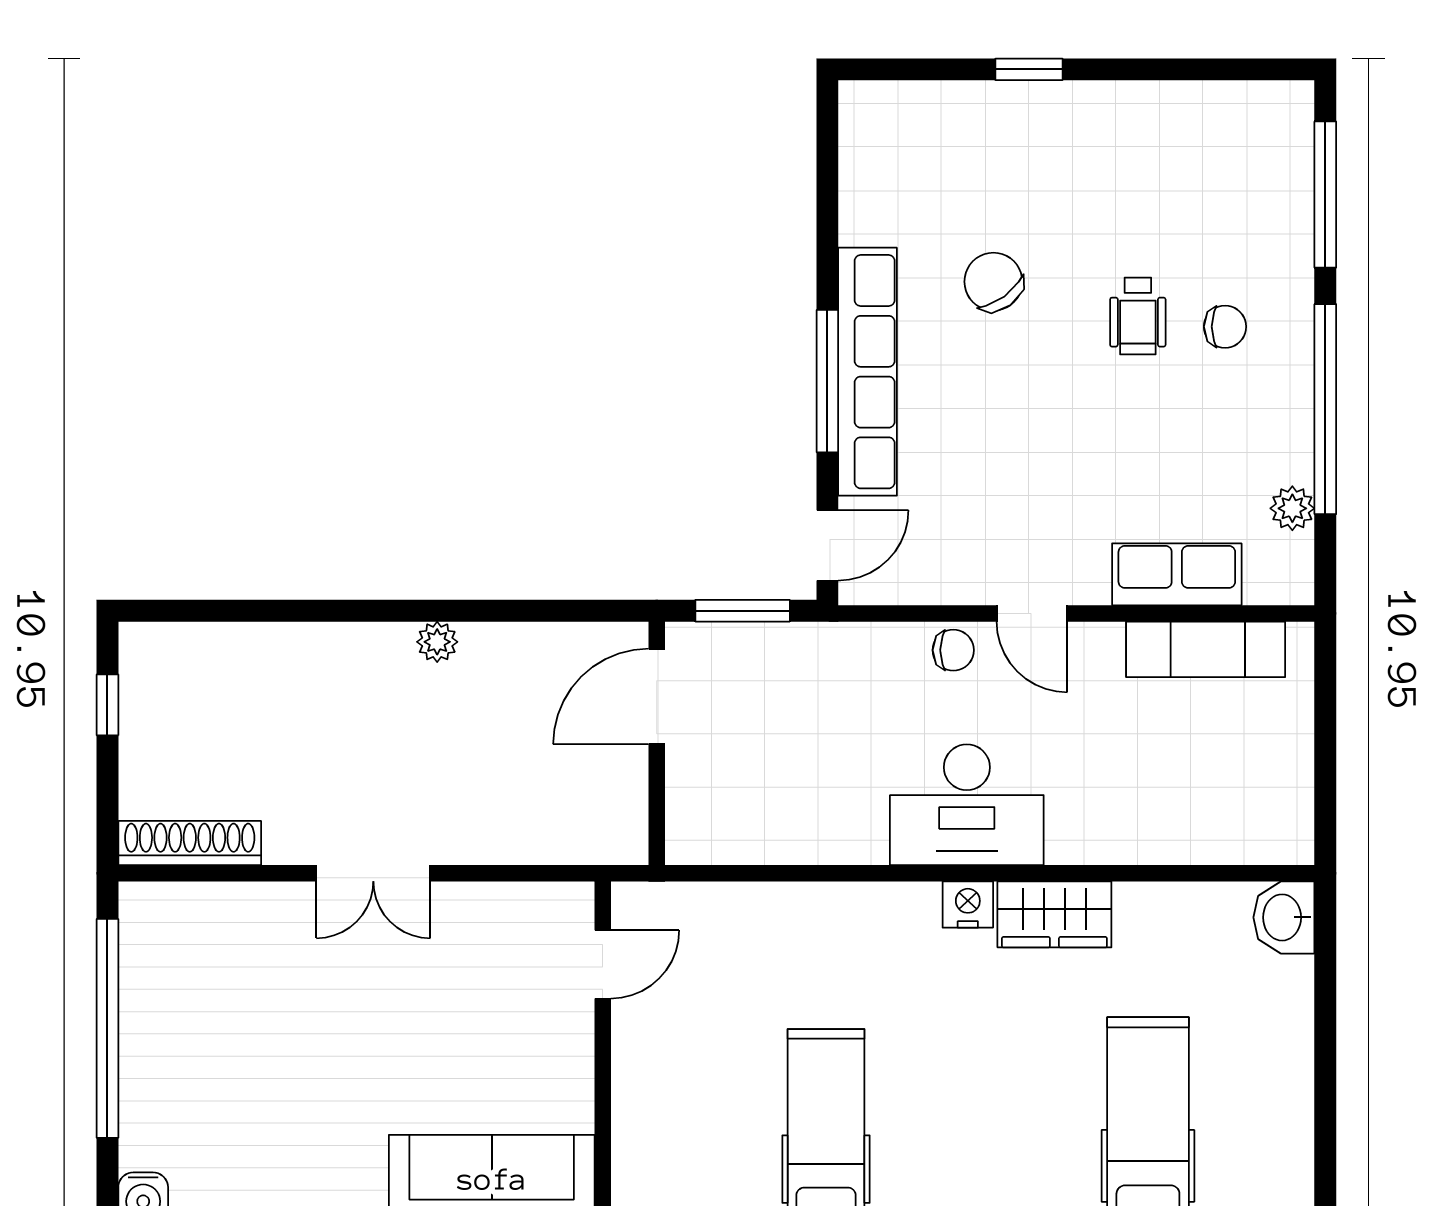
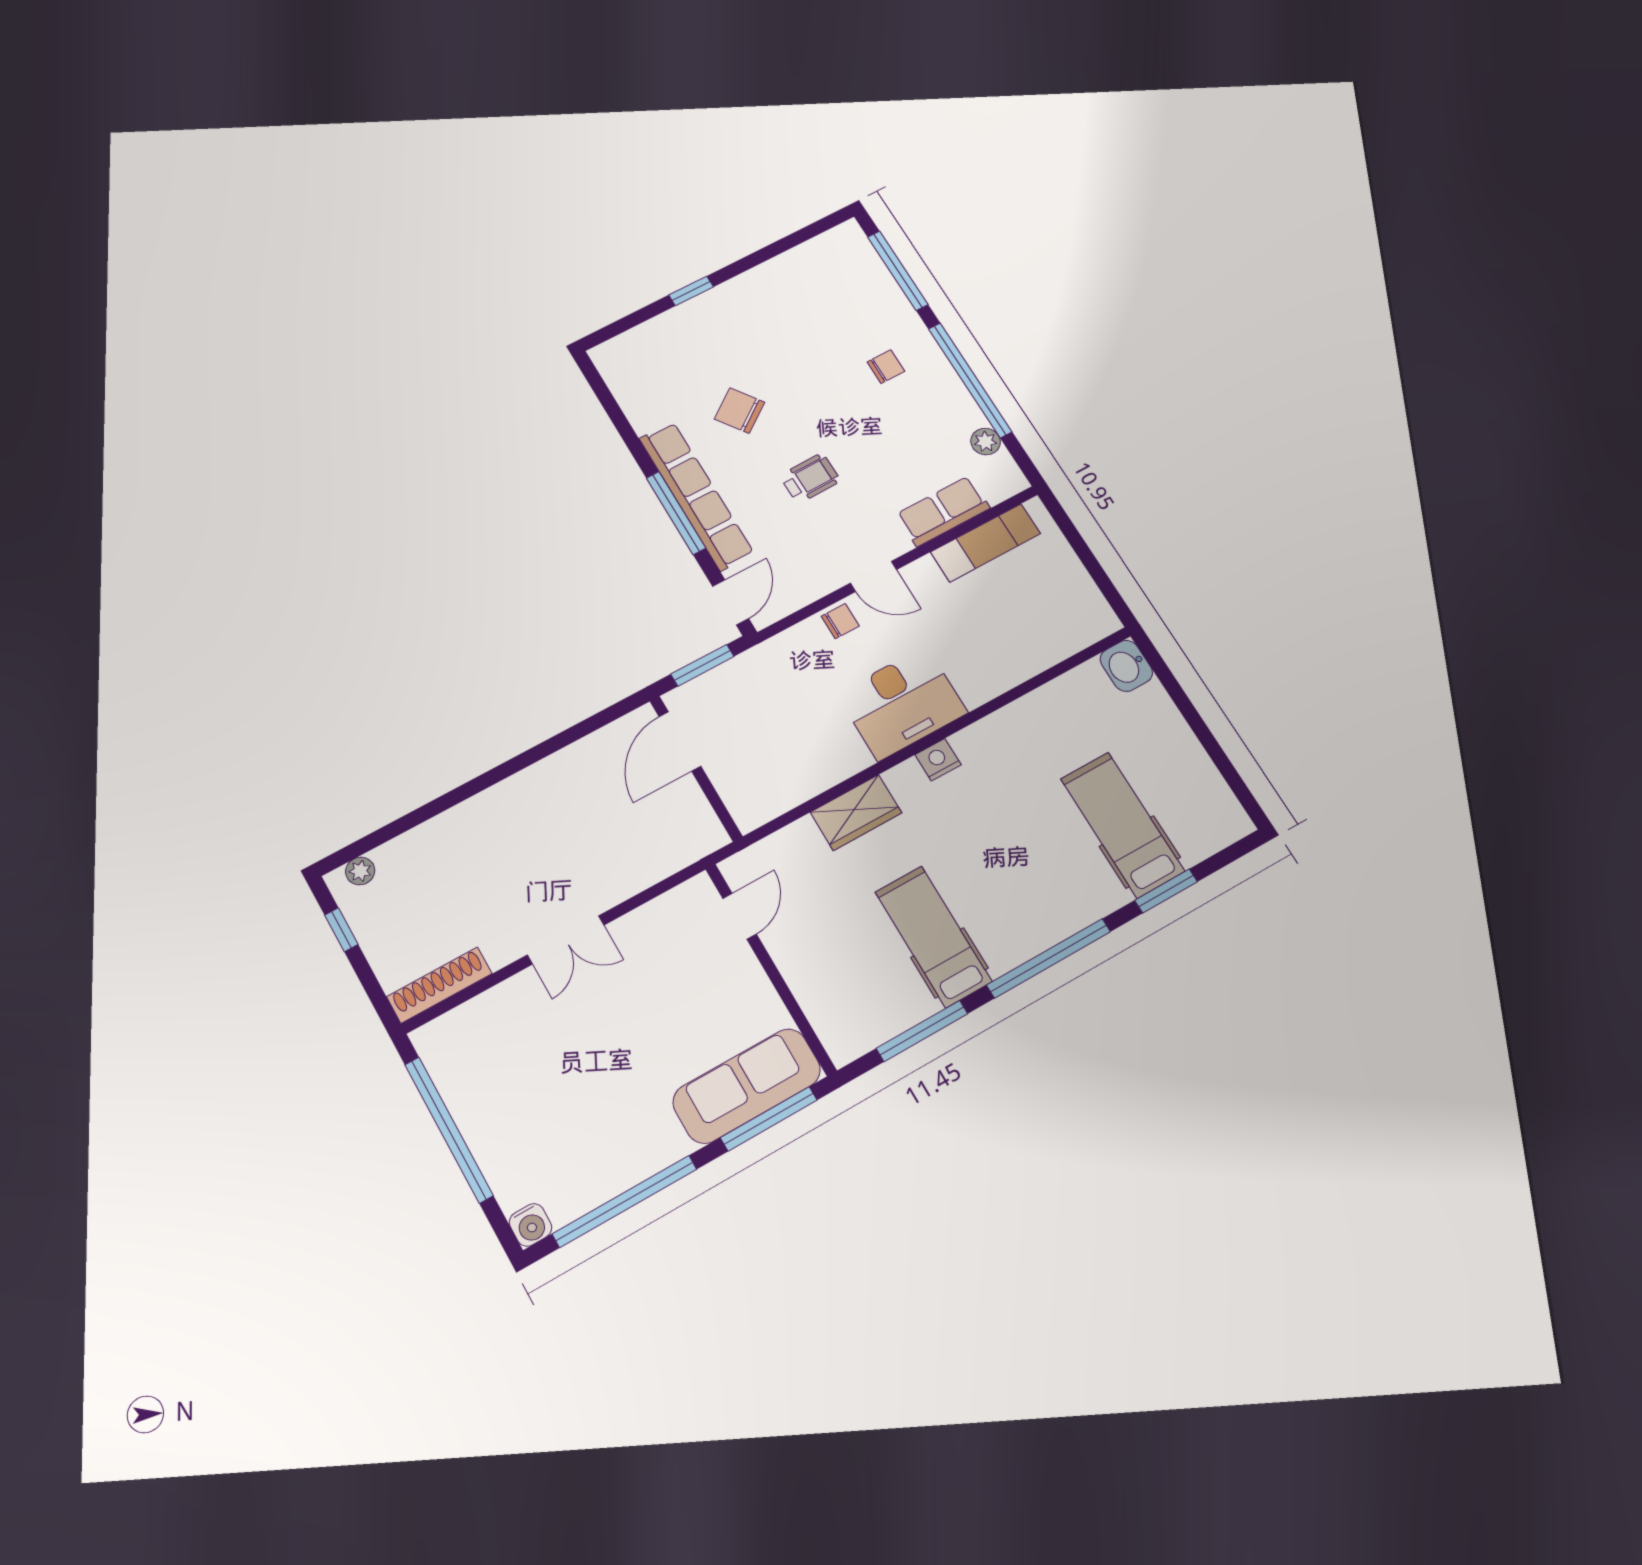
wheelchair: (1138, 316) -> (810, 478), moved, turned -91
plant: (437, 642) -> (360, 871), moved
wardrobe: (1054, 914) -> (856, 813), moved

